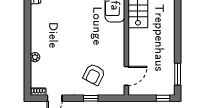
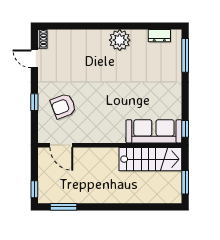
plant: (35, 57) -> (120, 40), moved, width x1.88, depth x1.88
armchair: (94, 74) -> (63, 106), turned -48

